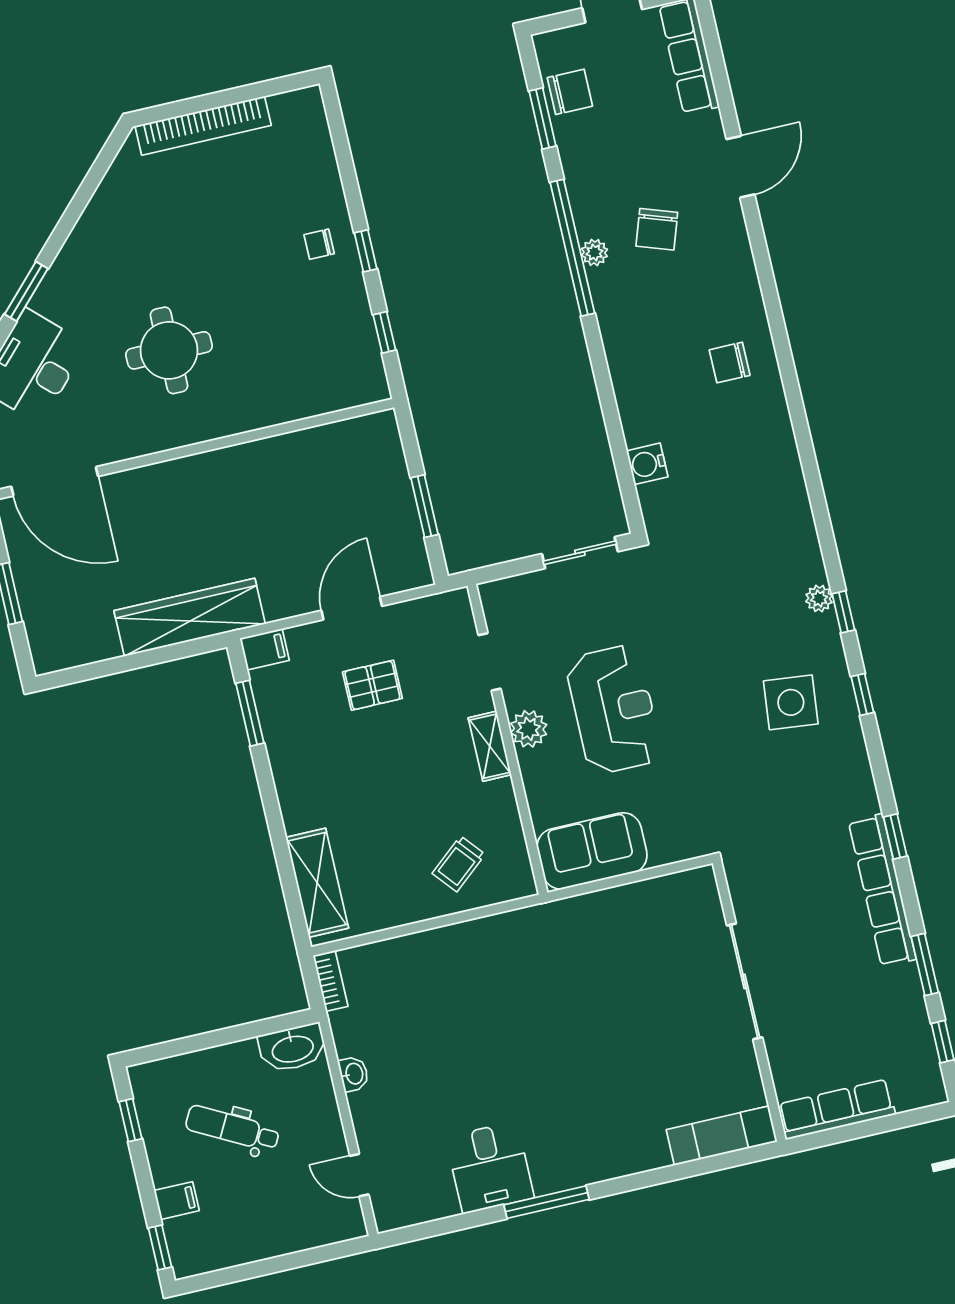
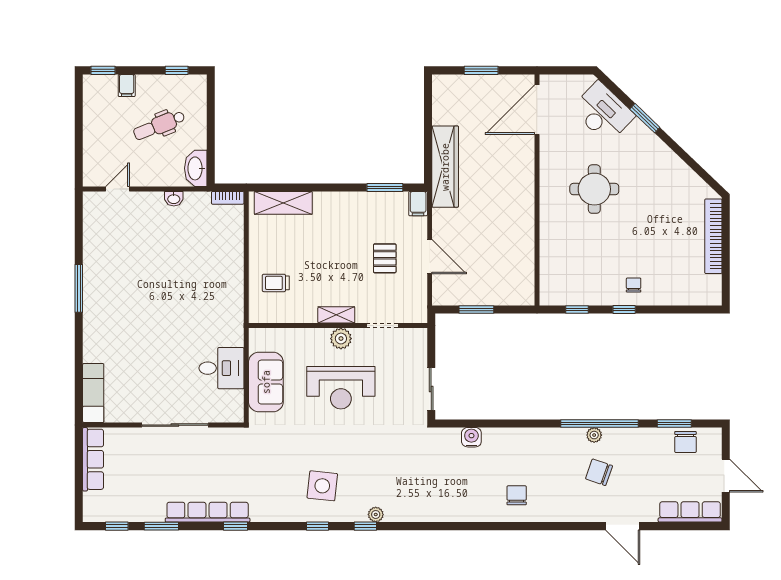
sofa: (592, 851) -> (266, 382), moved
trolley: (459, 864) -> (276, 283), turned -50
dental chair: (232, 1128) -> (159, 125), turned -140
desk: (490, 1167) -> (222, 368), moved, turned 180

